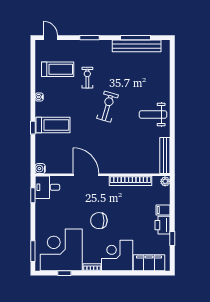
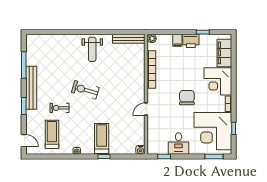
door: (51, 38) -> (24, 141), swing flipped
bench: (137, 46) -> (31, 88), moved
door: (86, 175) -> (146, 109), width x0.53
desk: (47, 187) -> (179, 144), moved
chair: (99, 221) -> (187, 98), turned 180

